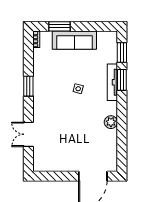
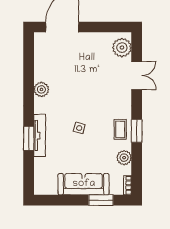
window: (122, 52) -> (29, 170), removed
plant: (39, 63) -> (124, 158), added
coffee table: (43, 88) -> (120, 129), added
plant: (41, 158) -> (122, 48), added

